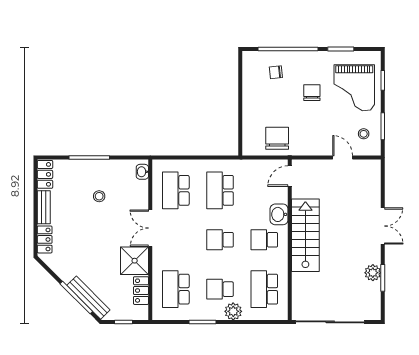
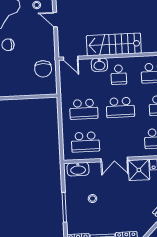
chair: (277, 138) -> (43, 69), turned -90
door: (343, 158) -> (55, 20), hinge flipped
washbasin: (142, 172) -> (78, 169), width x1.91, depth x1.45
school desk: (220, 240) -> (120, 107), width x1.85

